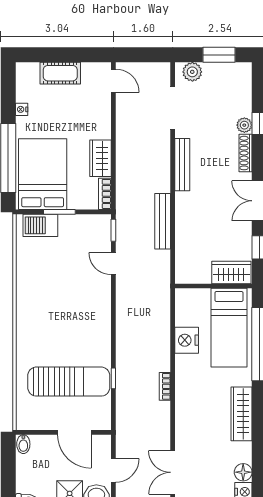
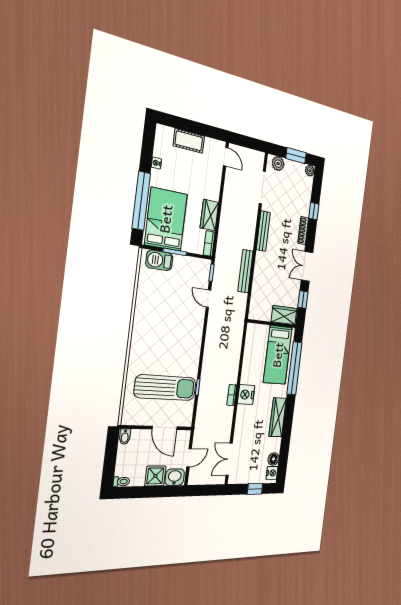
plant: (244, 125) -> (310, 171), moved
nightstand: (187, 340) -> (246, 395), moved

